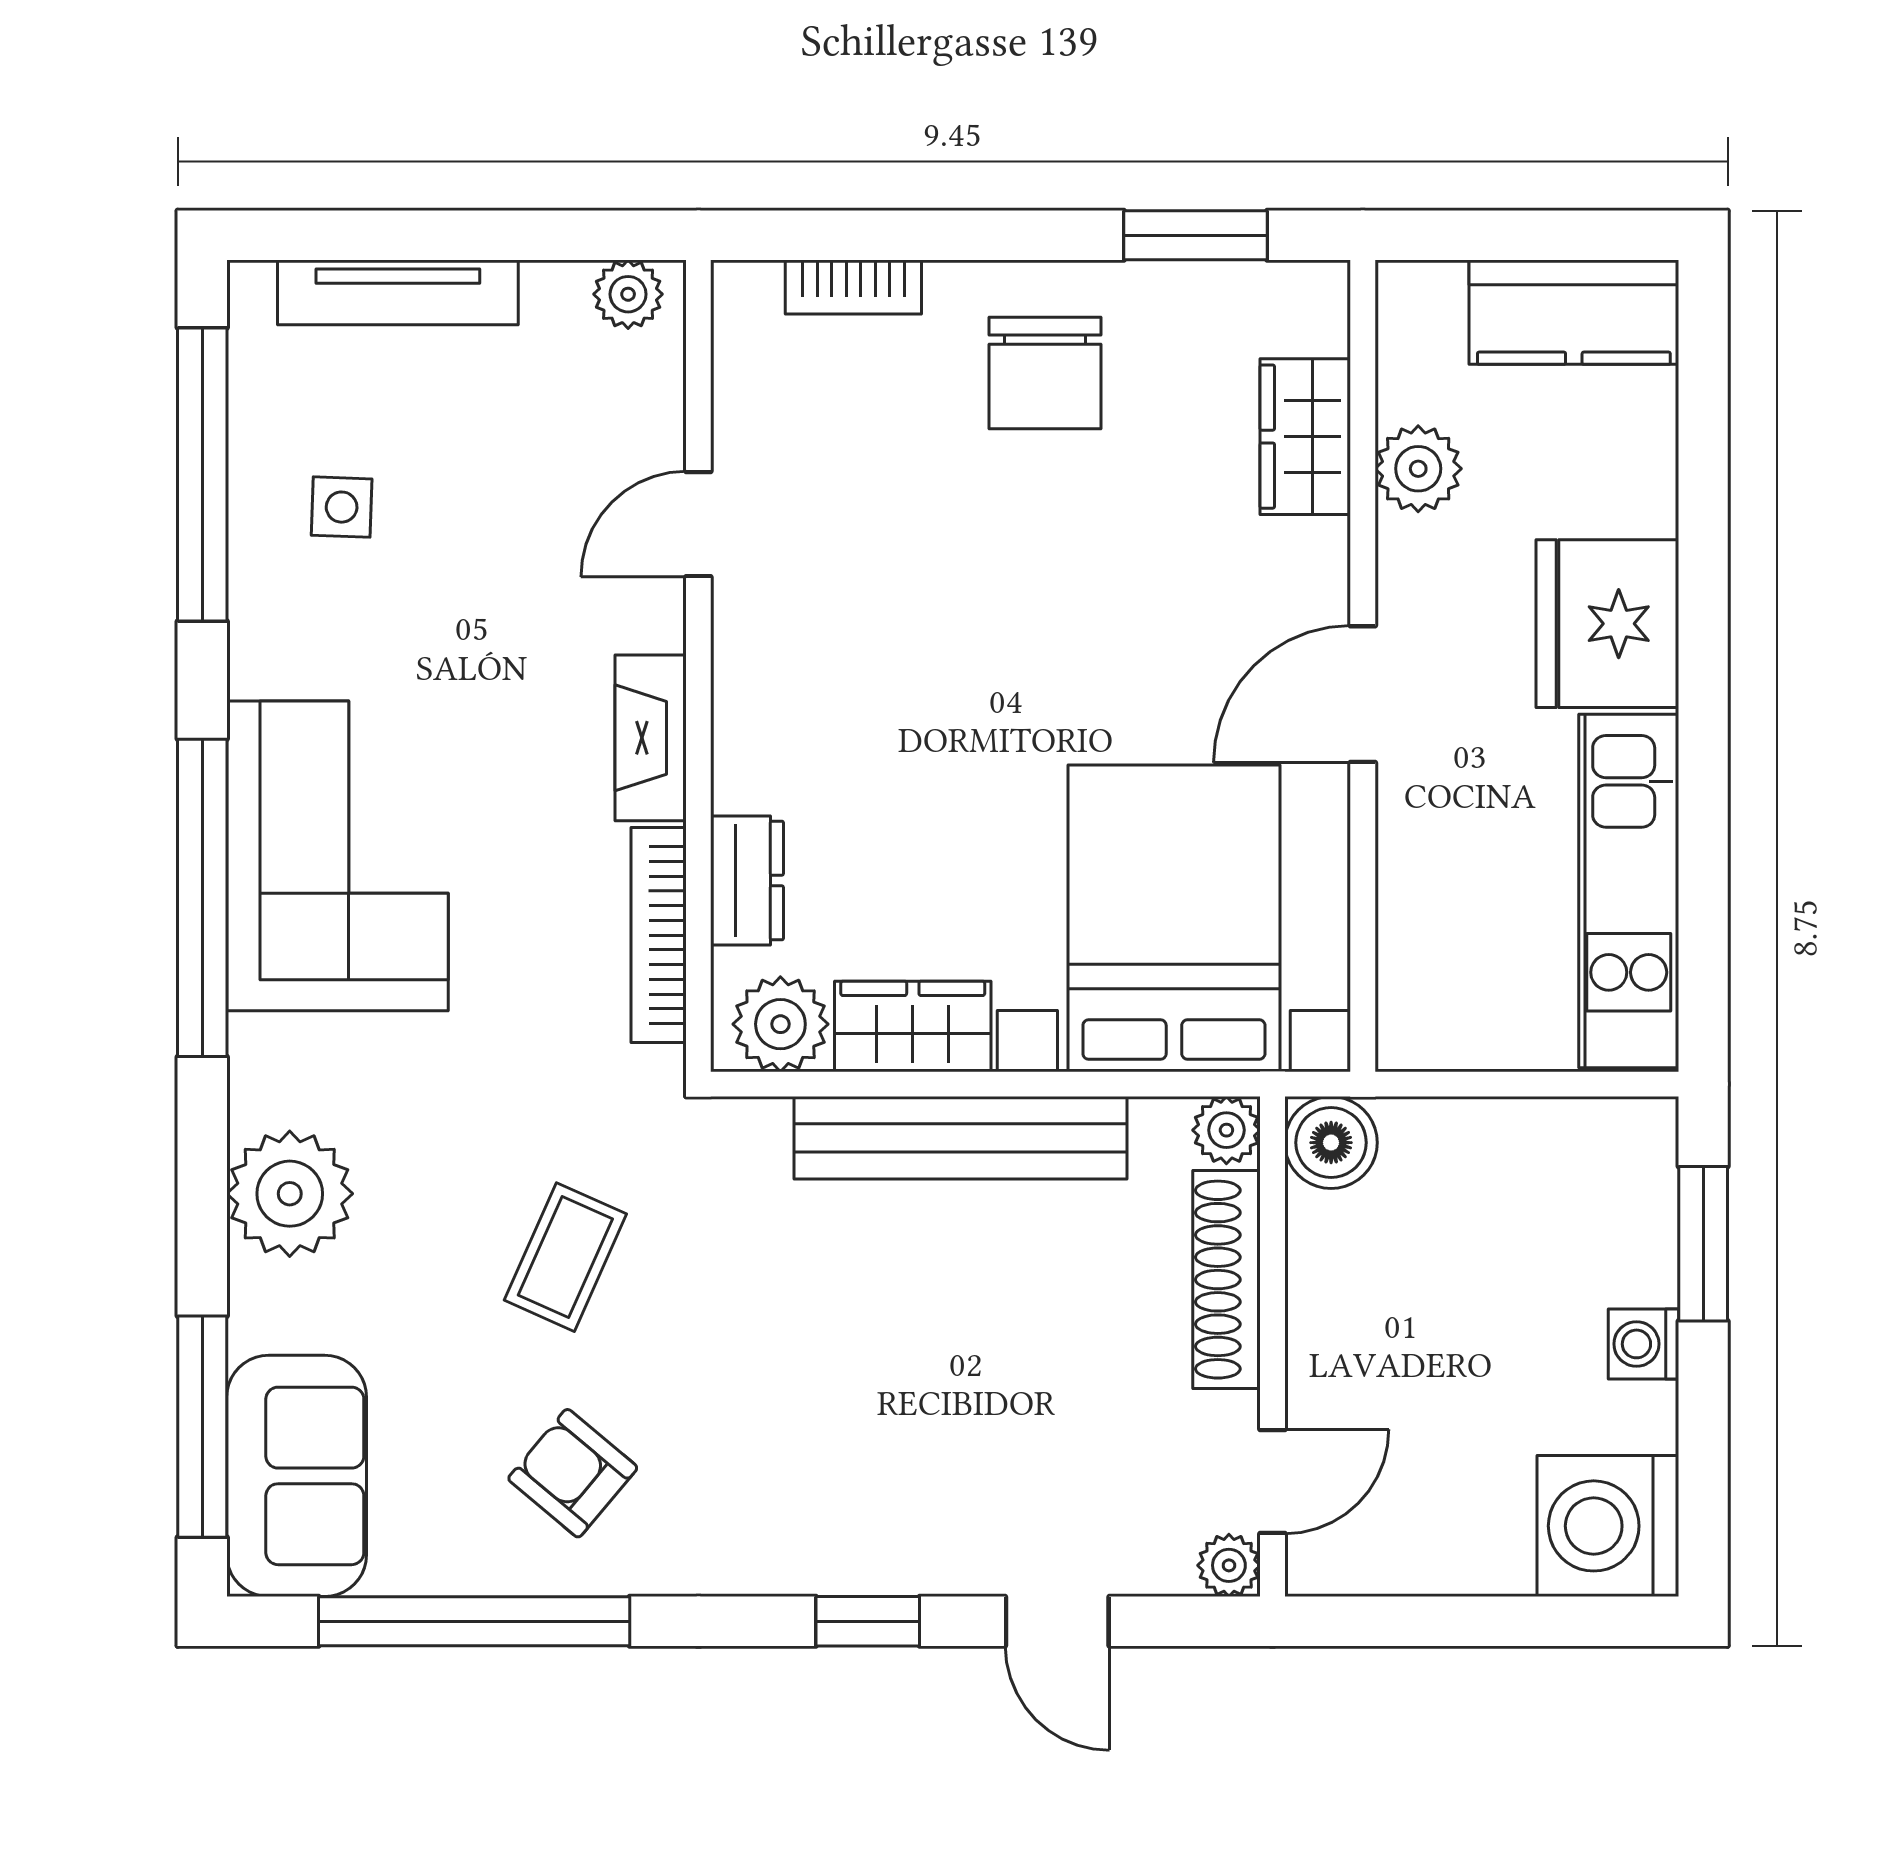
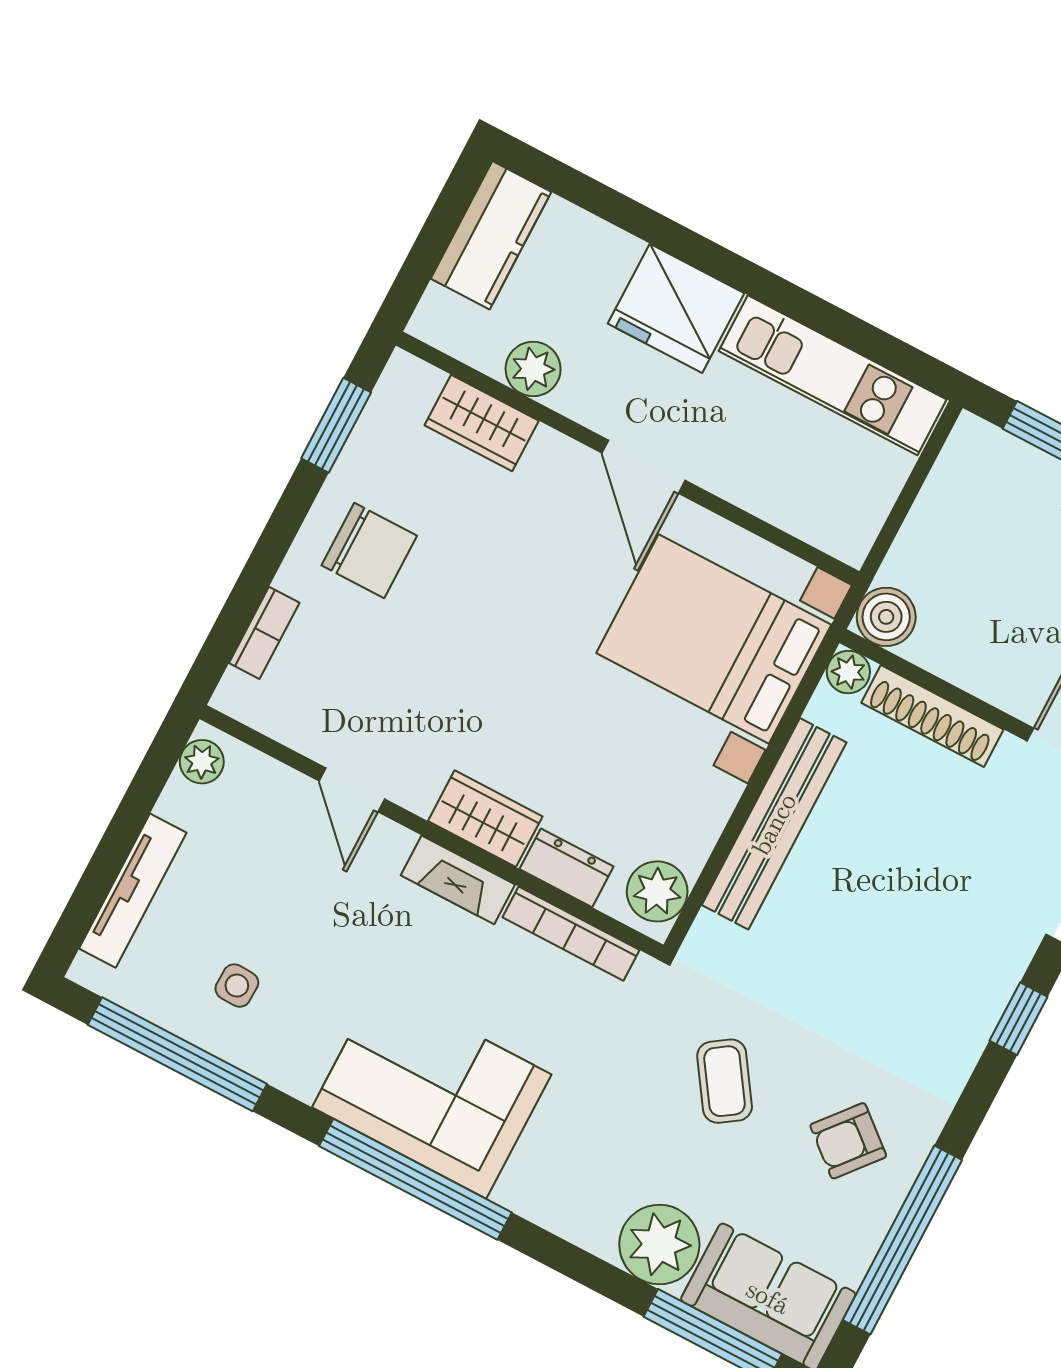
wardrobe: (913, 1026) -> (485, 819), moved, turned 90
plant: (290, 1194) -> (659, 1245), moved
coffee table: (565, 1257) -> (725, 1081), turned 32

